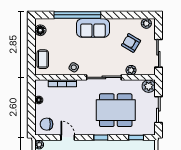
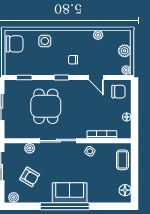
window: (77, 15) -> (65, 206), moved
plant: (149, 86) -> (11, 132), removed
dining table: (116, 110) -> (46, 106), width x0.73

